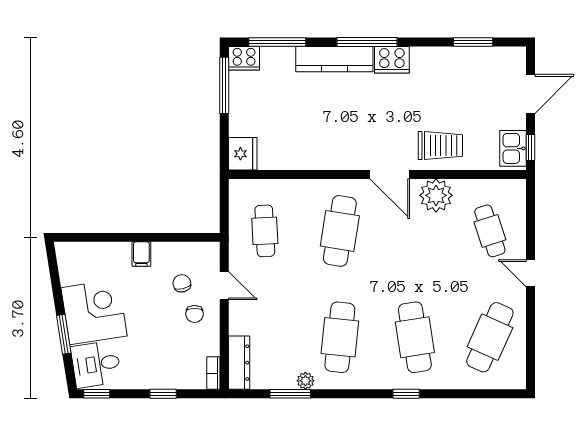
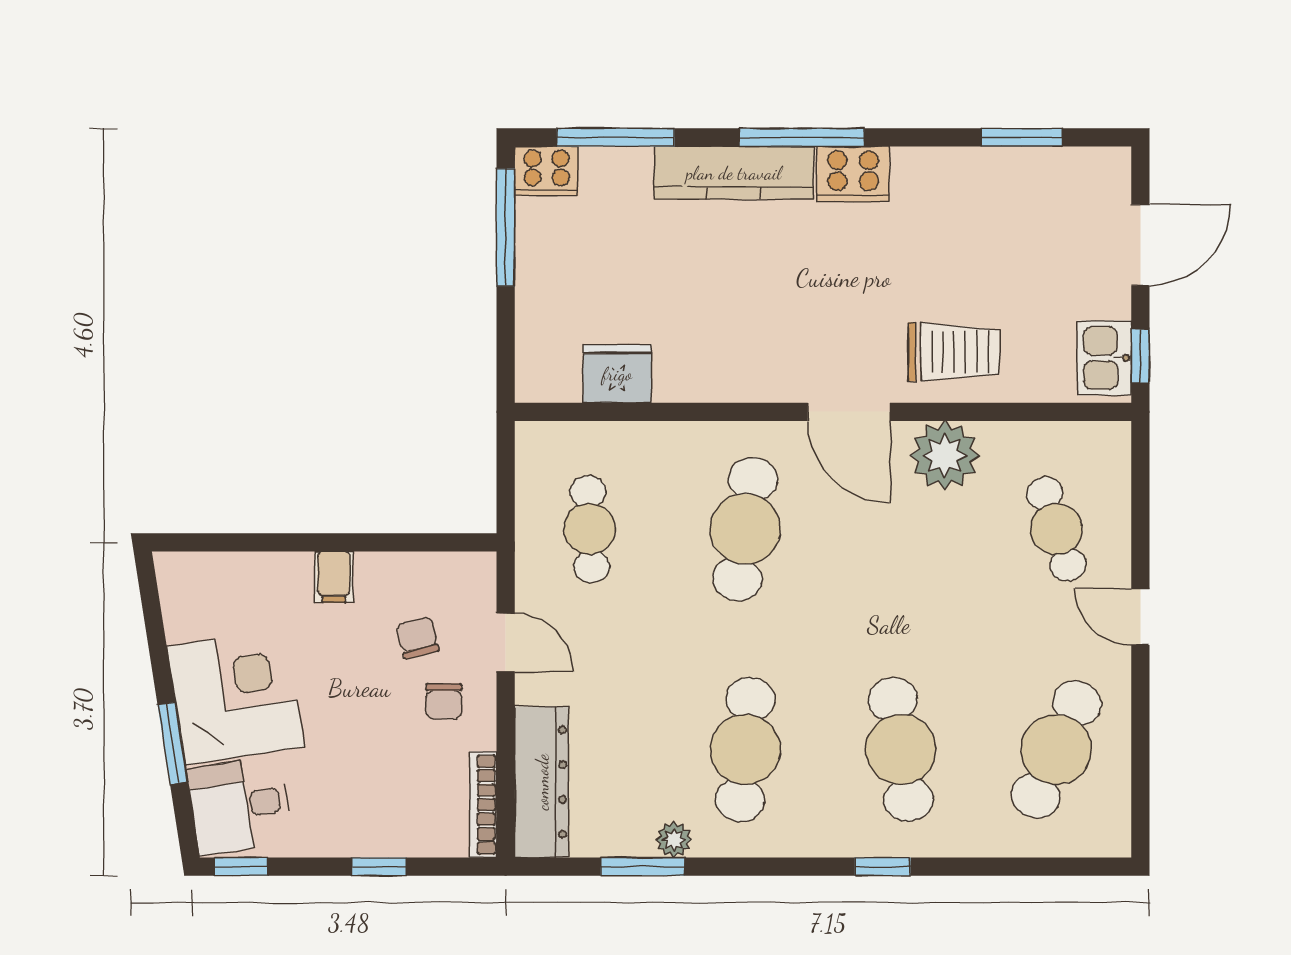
fridge: (243, 154) -> (617, 374), moved, turned -90
dresser: (239, 363) -> (542, 782), width x1.37, depth x1.24
bookcase: (213, 373) -> (483, 805), width x1.56

